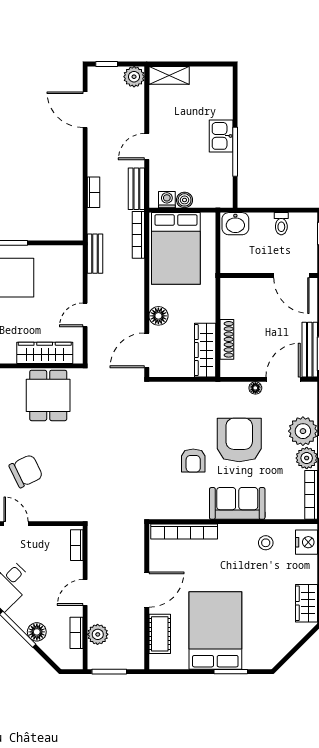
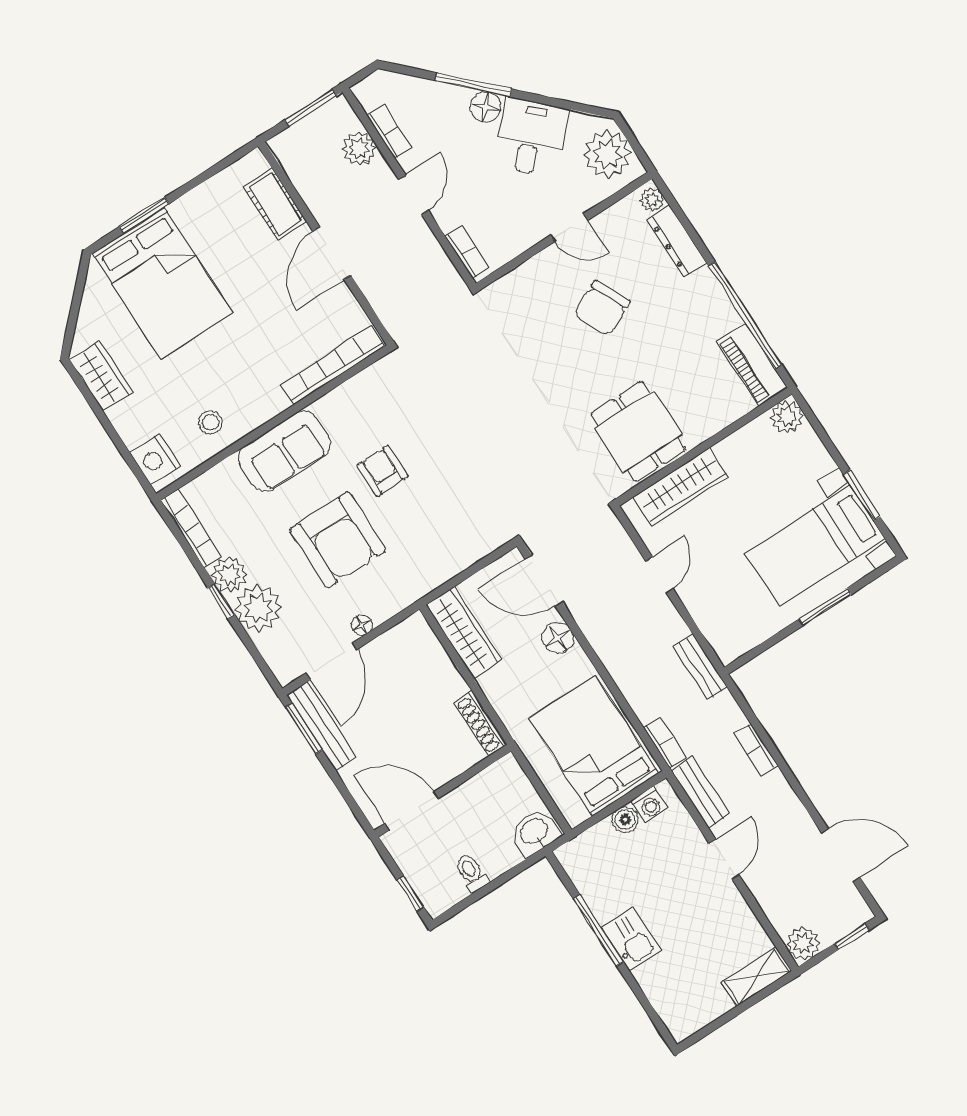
bookcase: (138, 235) -> (665, 743), width x0.64
shoe rack: (227, 339) -> (480, 723), moved
door: (147, 350) -> (544, 580), swing flipped
bed: (215, 630) -> (162, 283), moved
floor lamp: (37, 632) -> (486, 107), moved

